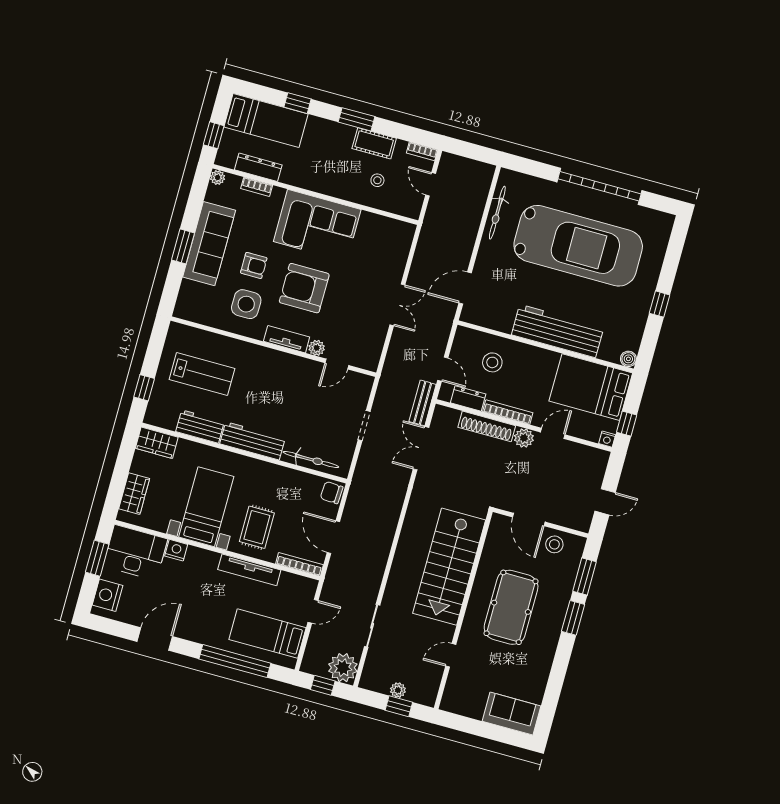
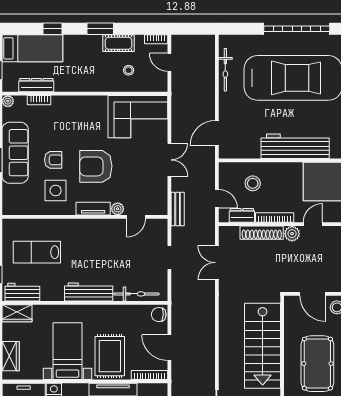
corner sofa: (317, 225) -> (138, 117), moved
lab bench: (202, 374) -> (37, 252), turned 180
bench: (423, 403) -> (178, 209), moved
workbench: (200, 427) -> (22, 292), moved
rug: (257, 527) -> (110, 356), width x1.36, depth x1.43

